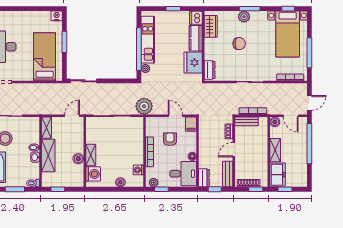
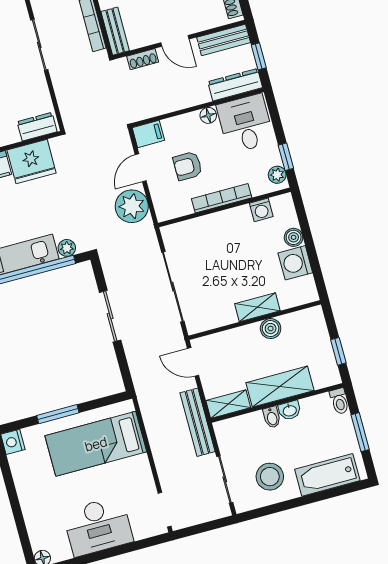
sliding door: (83, 81) -> (110, 316), moved
plant: (144, 106) -> (132, 206), moved
bench: (42, 110) -> (197, 422), added
washing machine: (93, 174) -> (295, 263), moved, turned -90
dresser: (204, 178) -> (235, 85), width x1.44

